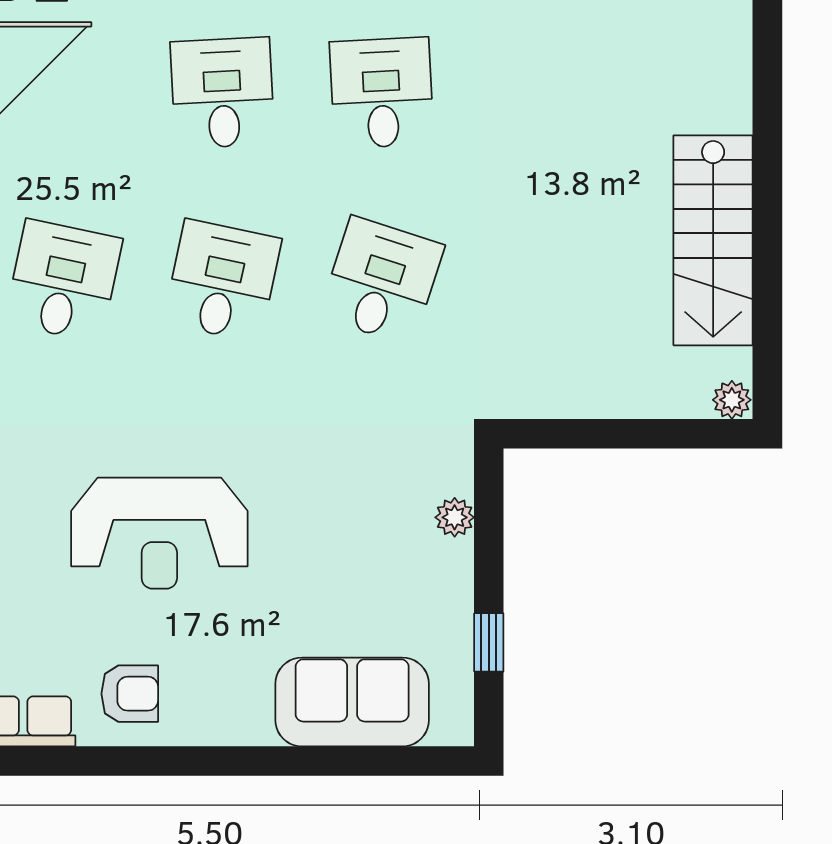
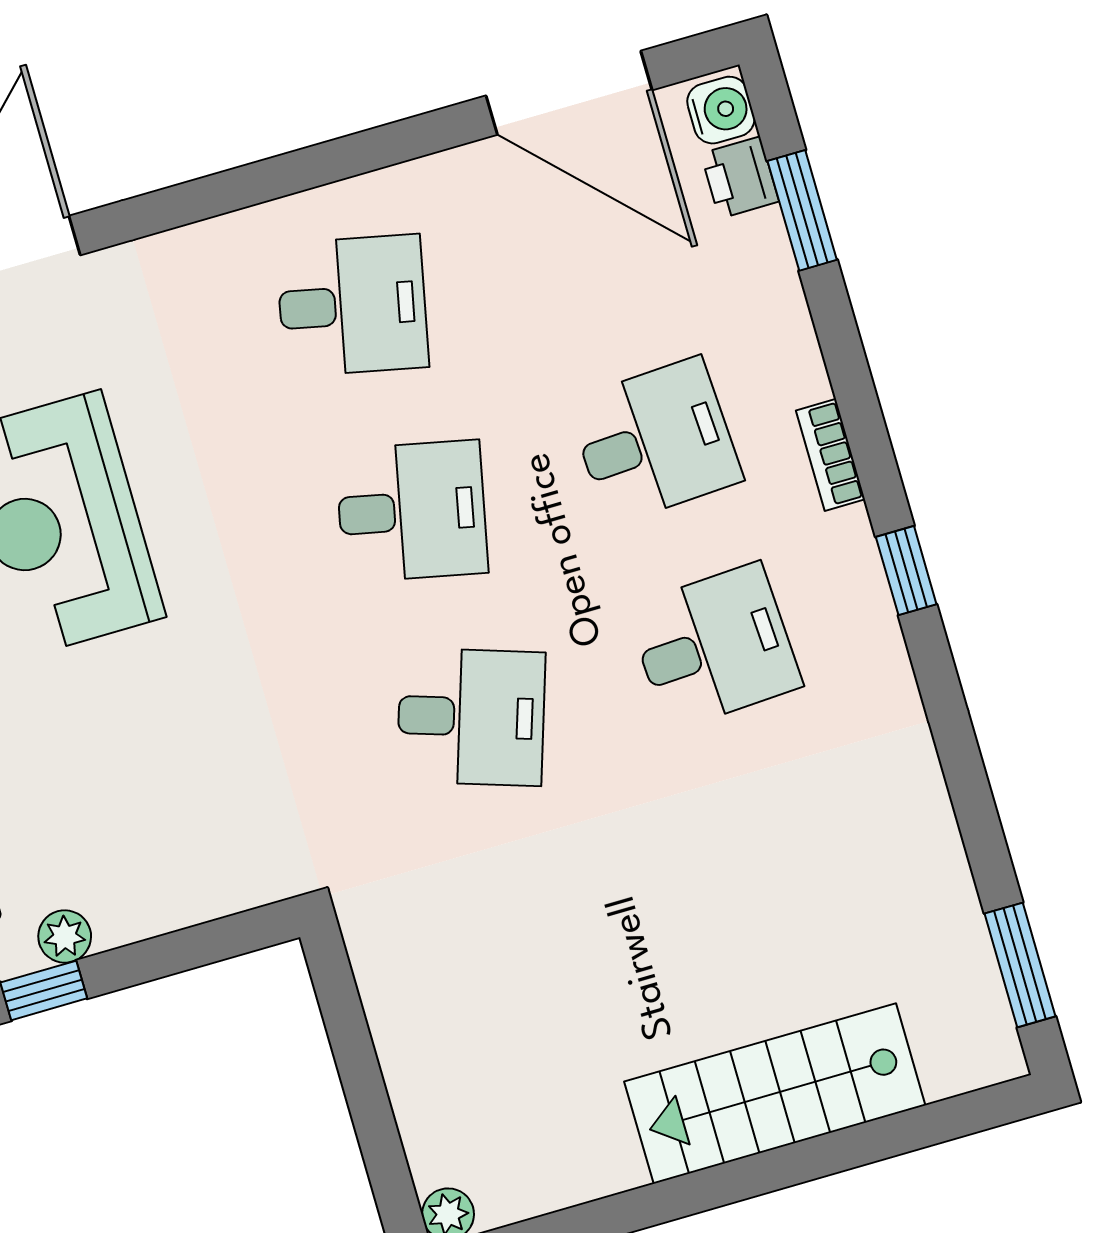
stairs: (713, 240) -> (775, 1094), moved
plant: (455, 517) -> (65, 936), moved

